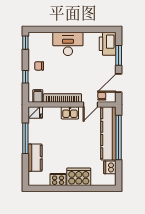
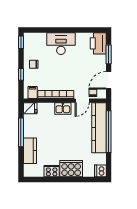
dishwasher: (110, 167) -> (100, 171), moved

